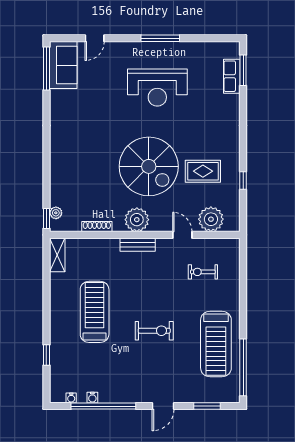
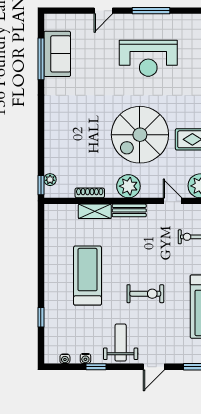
door: (95, 38) -> (103, 11), moved
sofa: (63, 65) -> (57, 54), moved
window: (46, 69) -> (41, 59), moved
spiral stairs: (149, 166) -> (140, 135), turned 90
shelving: (57, 255) -> (95, 211), moved, turned 90
weight bench: (129, 381) -> (121, 343), added
window: (103, 406) -> (96, 367), width x0.32

